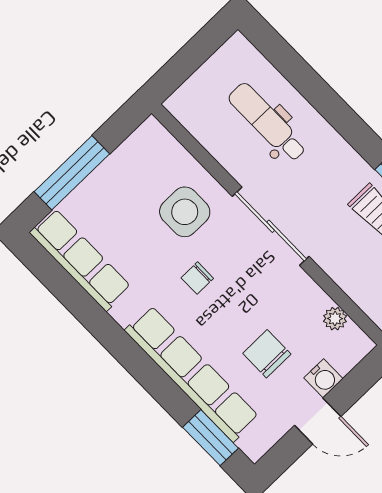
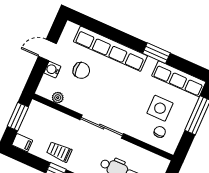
side table: (185, 212) -> (160, 108), moved
chair: (197, 278) -> (160, 132), moved
window: (210, 438) -> (156, 53), moved

